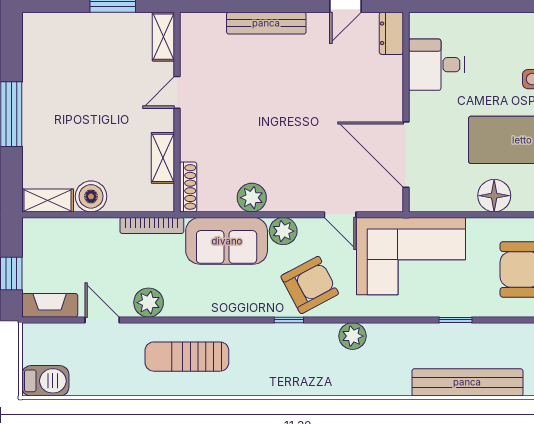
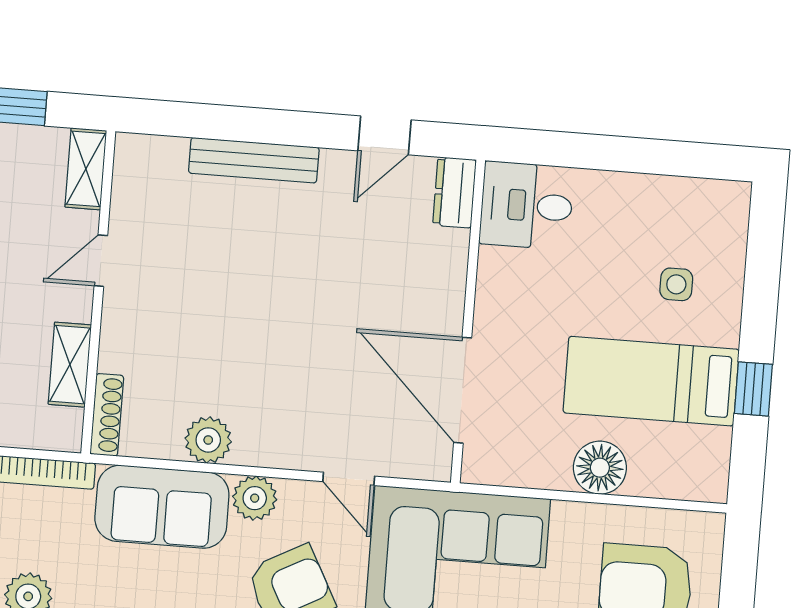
desk: (436, 65) -> (527, 205), moved

